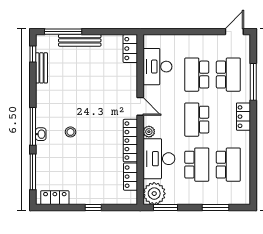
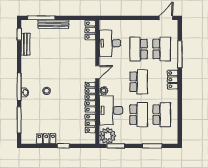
door: (140, 106) -> (97, 72), hinge flipped
school desk: (197, 120) -> (139, 82), turned 180
locker: (55, 198) -> (46, 139), moved

